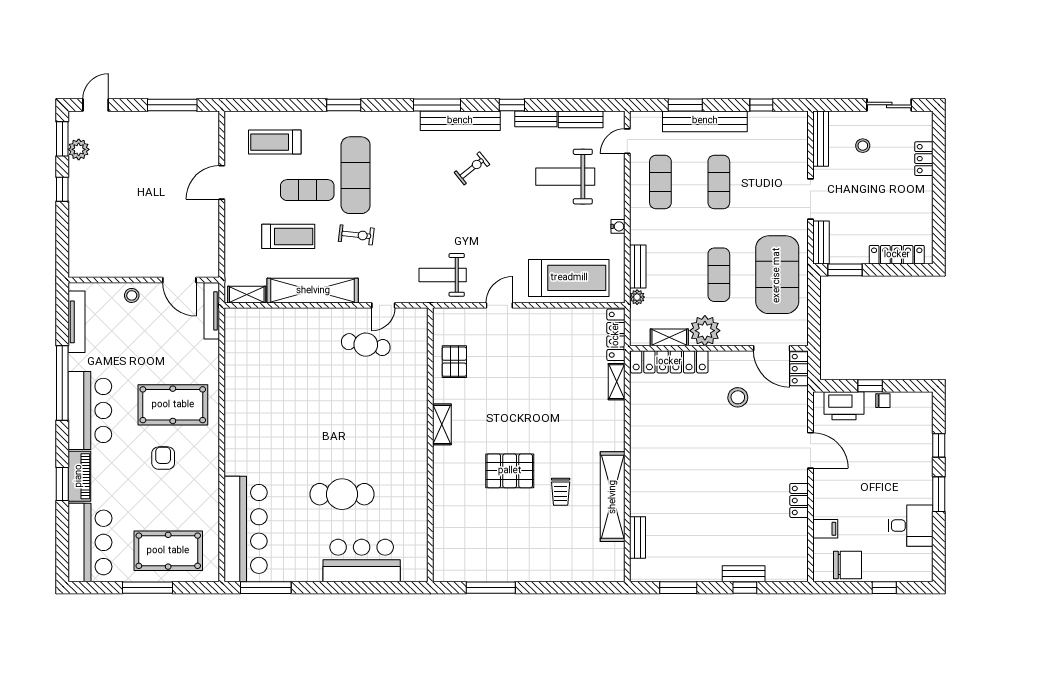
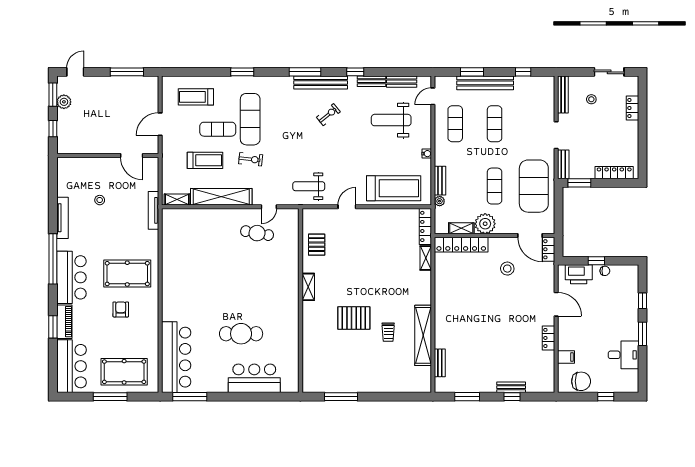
wall: (144, 280) -> (108, 156), moved
door: (179, 280) -> (132, 156), moved

